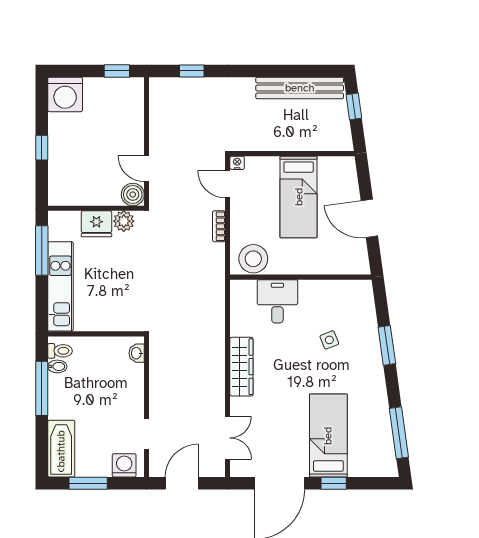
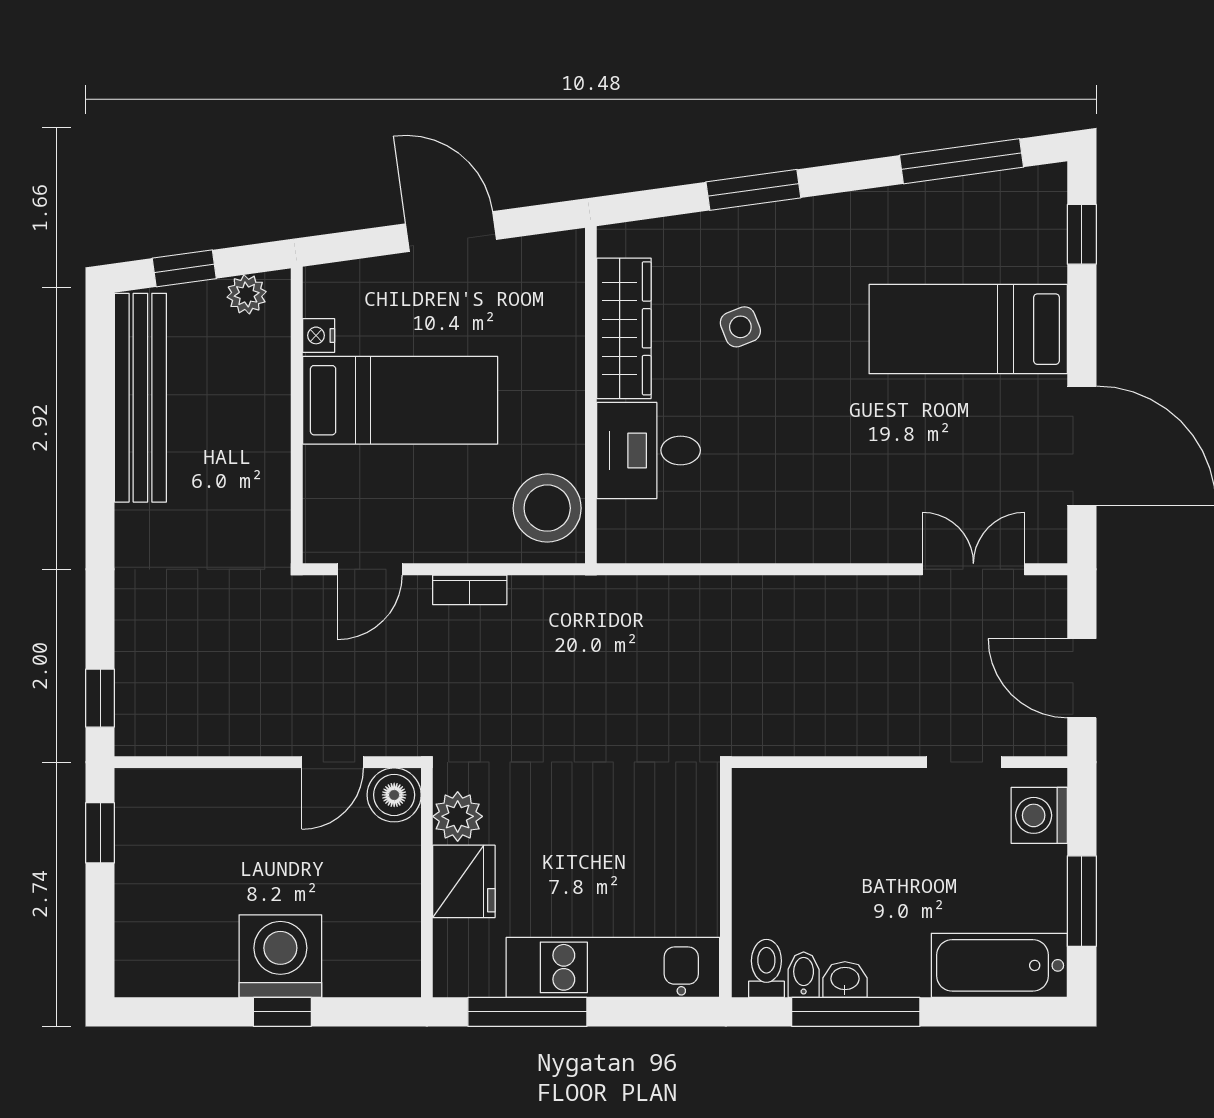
window: (192, 71) -> (100, 698), moved
washing machine: (65, 94) -> (280, 956), moved, turned -90
plant: (343, 133) -> (247, 294), added
nightstand: (237, 163) -> (319, 335), moved
door: (369, 218) -> (451, 232), swing flipped
washbasin: (137, 353) -> (845, 980), moved, turned 180
wardrobe: (241, 367) -> (624, 328), moved, turned 90
window: (334, 483) -> (1082, 234), moved

